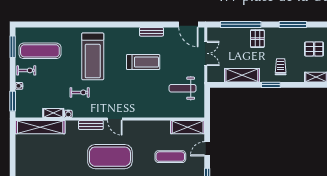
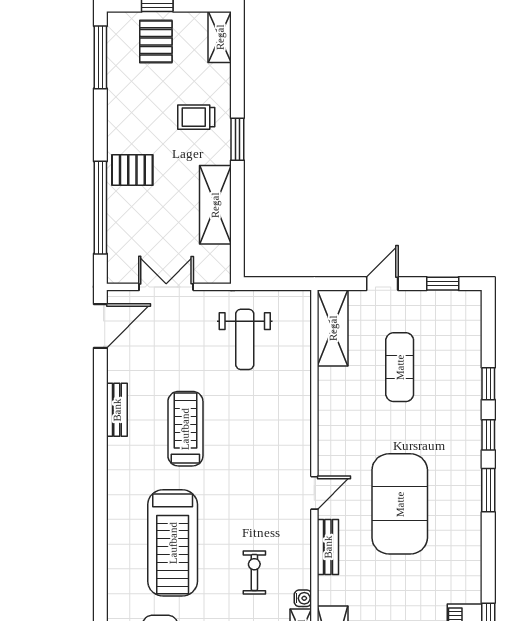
window: (293, 24) -> (100, 57), moved
treadmill: (93, 56) -> (173, 543), turned 90
door: (207, 149) -> (382, 284), swing flipped

